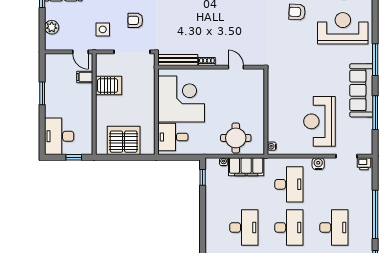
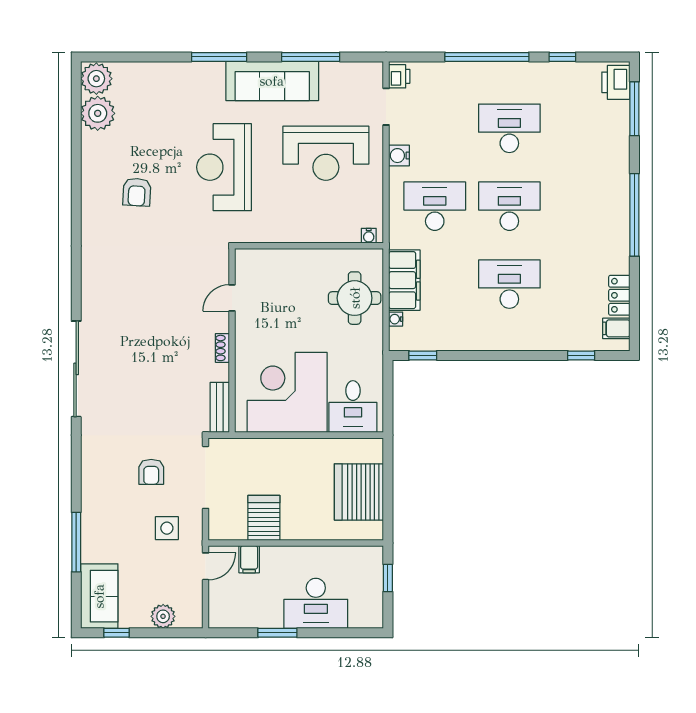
reception desk: (343, 28) -> (224, 167), moved
bench: (178, 60) -> (220, 407), width x0.73
desk: (59, 136) -> (316, 603), moved

